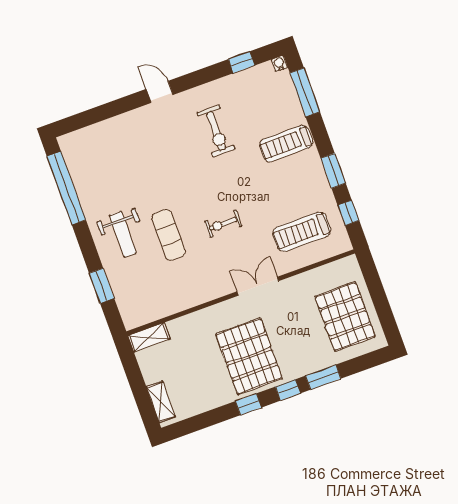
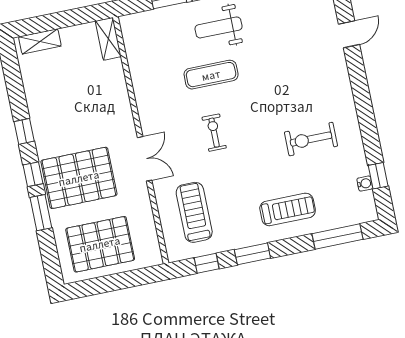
water cooler: (279, 63) -> (365, 184), moved
door: (160, 92) -> (349, 34), moved
treadmill: (286, 144) -> (288, 209), turned 90
pallet: (249, 356) -> (79, 178), moved

